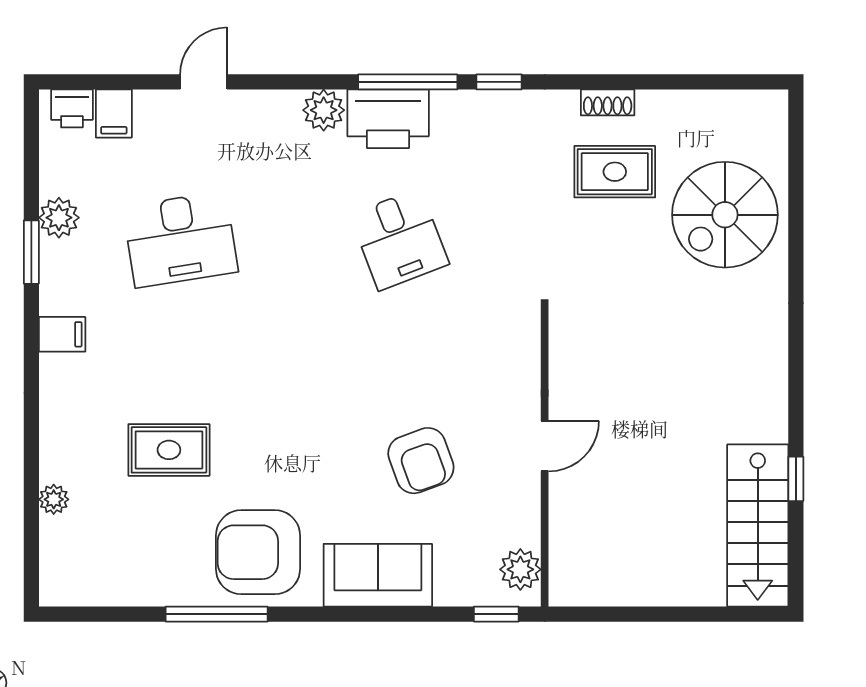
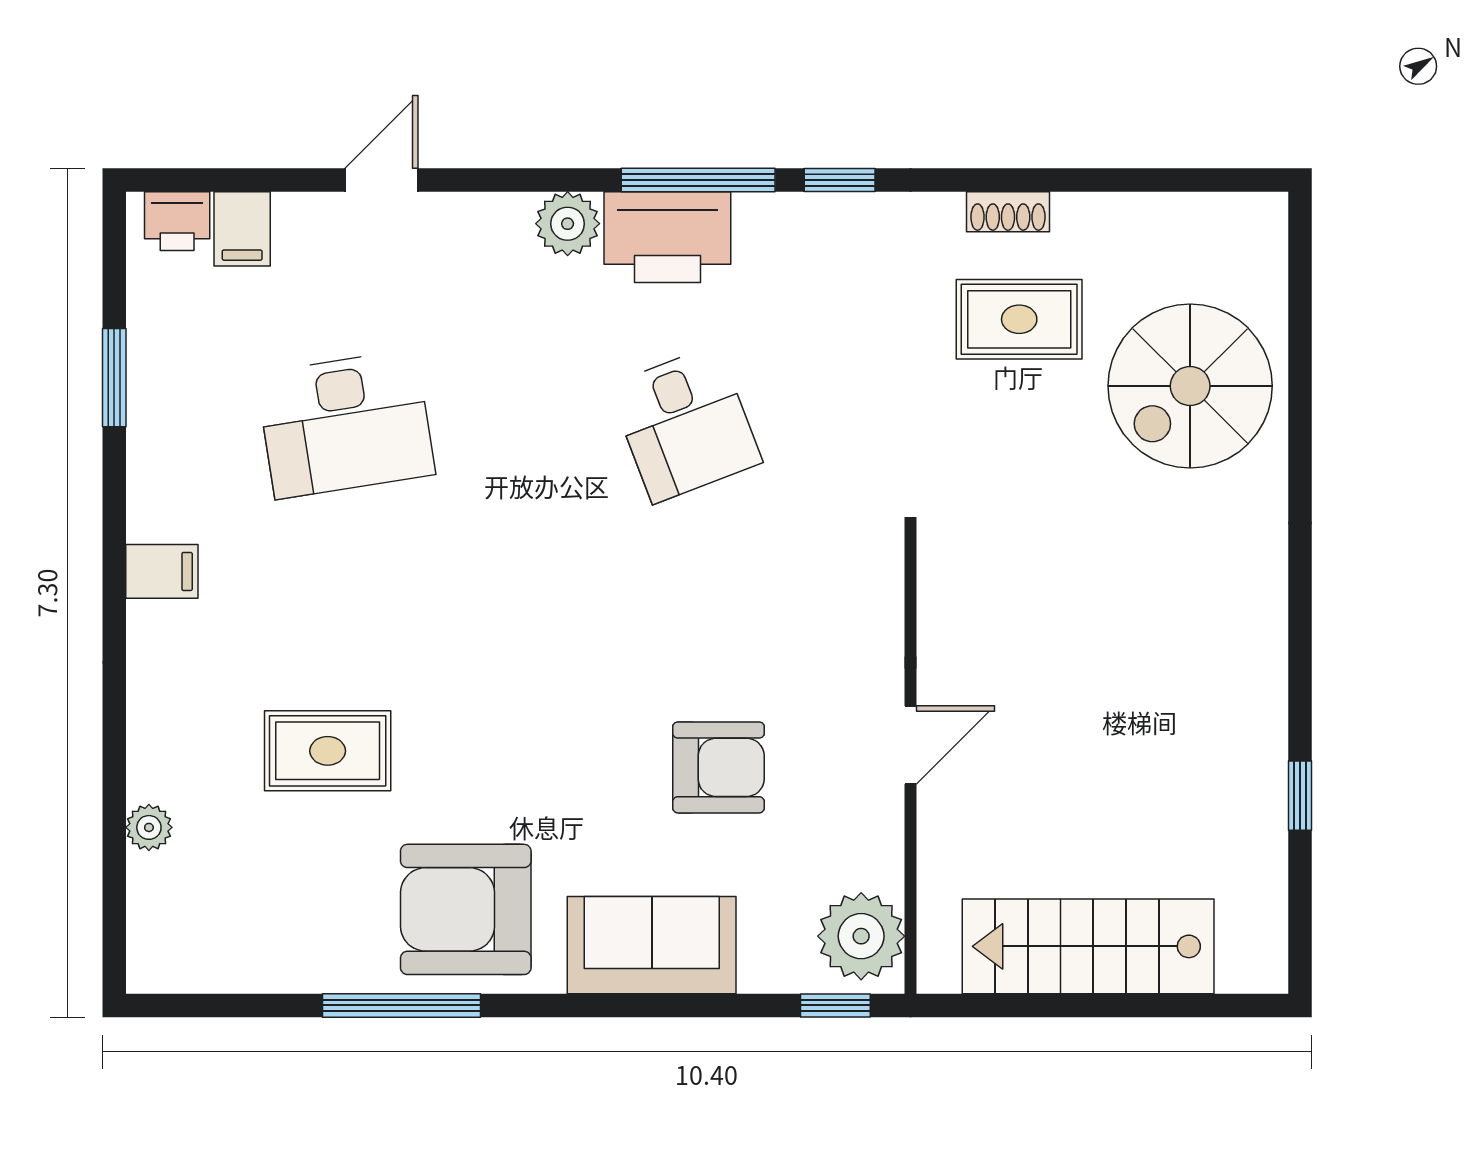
plant: (59, 218) -> (157, 391), removed
window: (31, 252) -> (114, 378), moved
armchair: (421, 461) -> (718, 767), turned -70
stairs: (758, 526) -> (1088, 946), moved, turned 90
plant: (520, 569) -> (861, 936), width x1.36, depth x1.36

